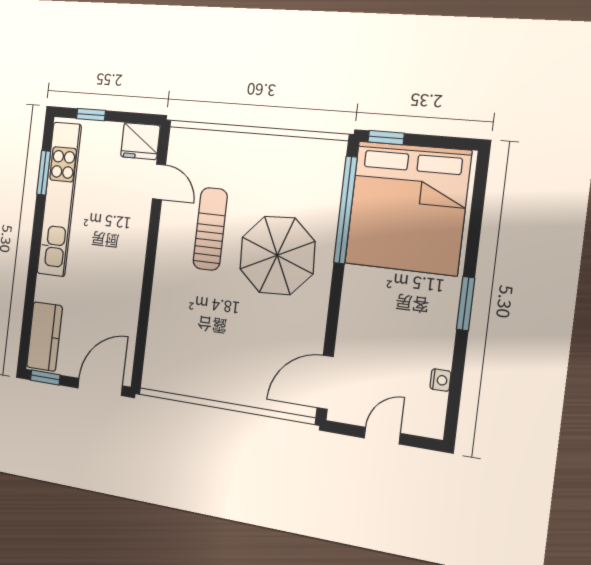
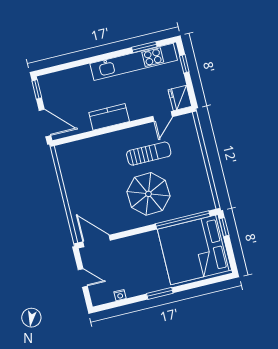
kitchen counter: (44, 337) -> (109, 117), moved, turned 180

